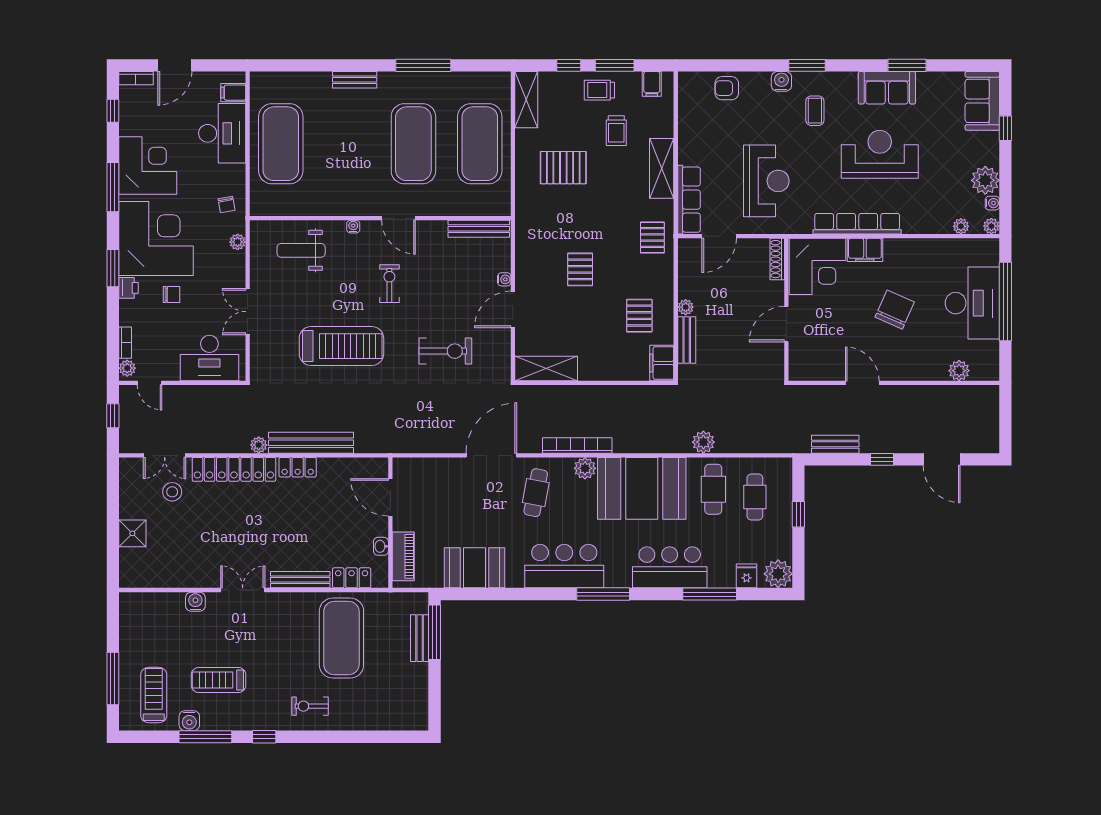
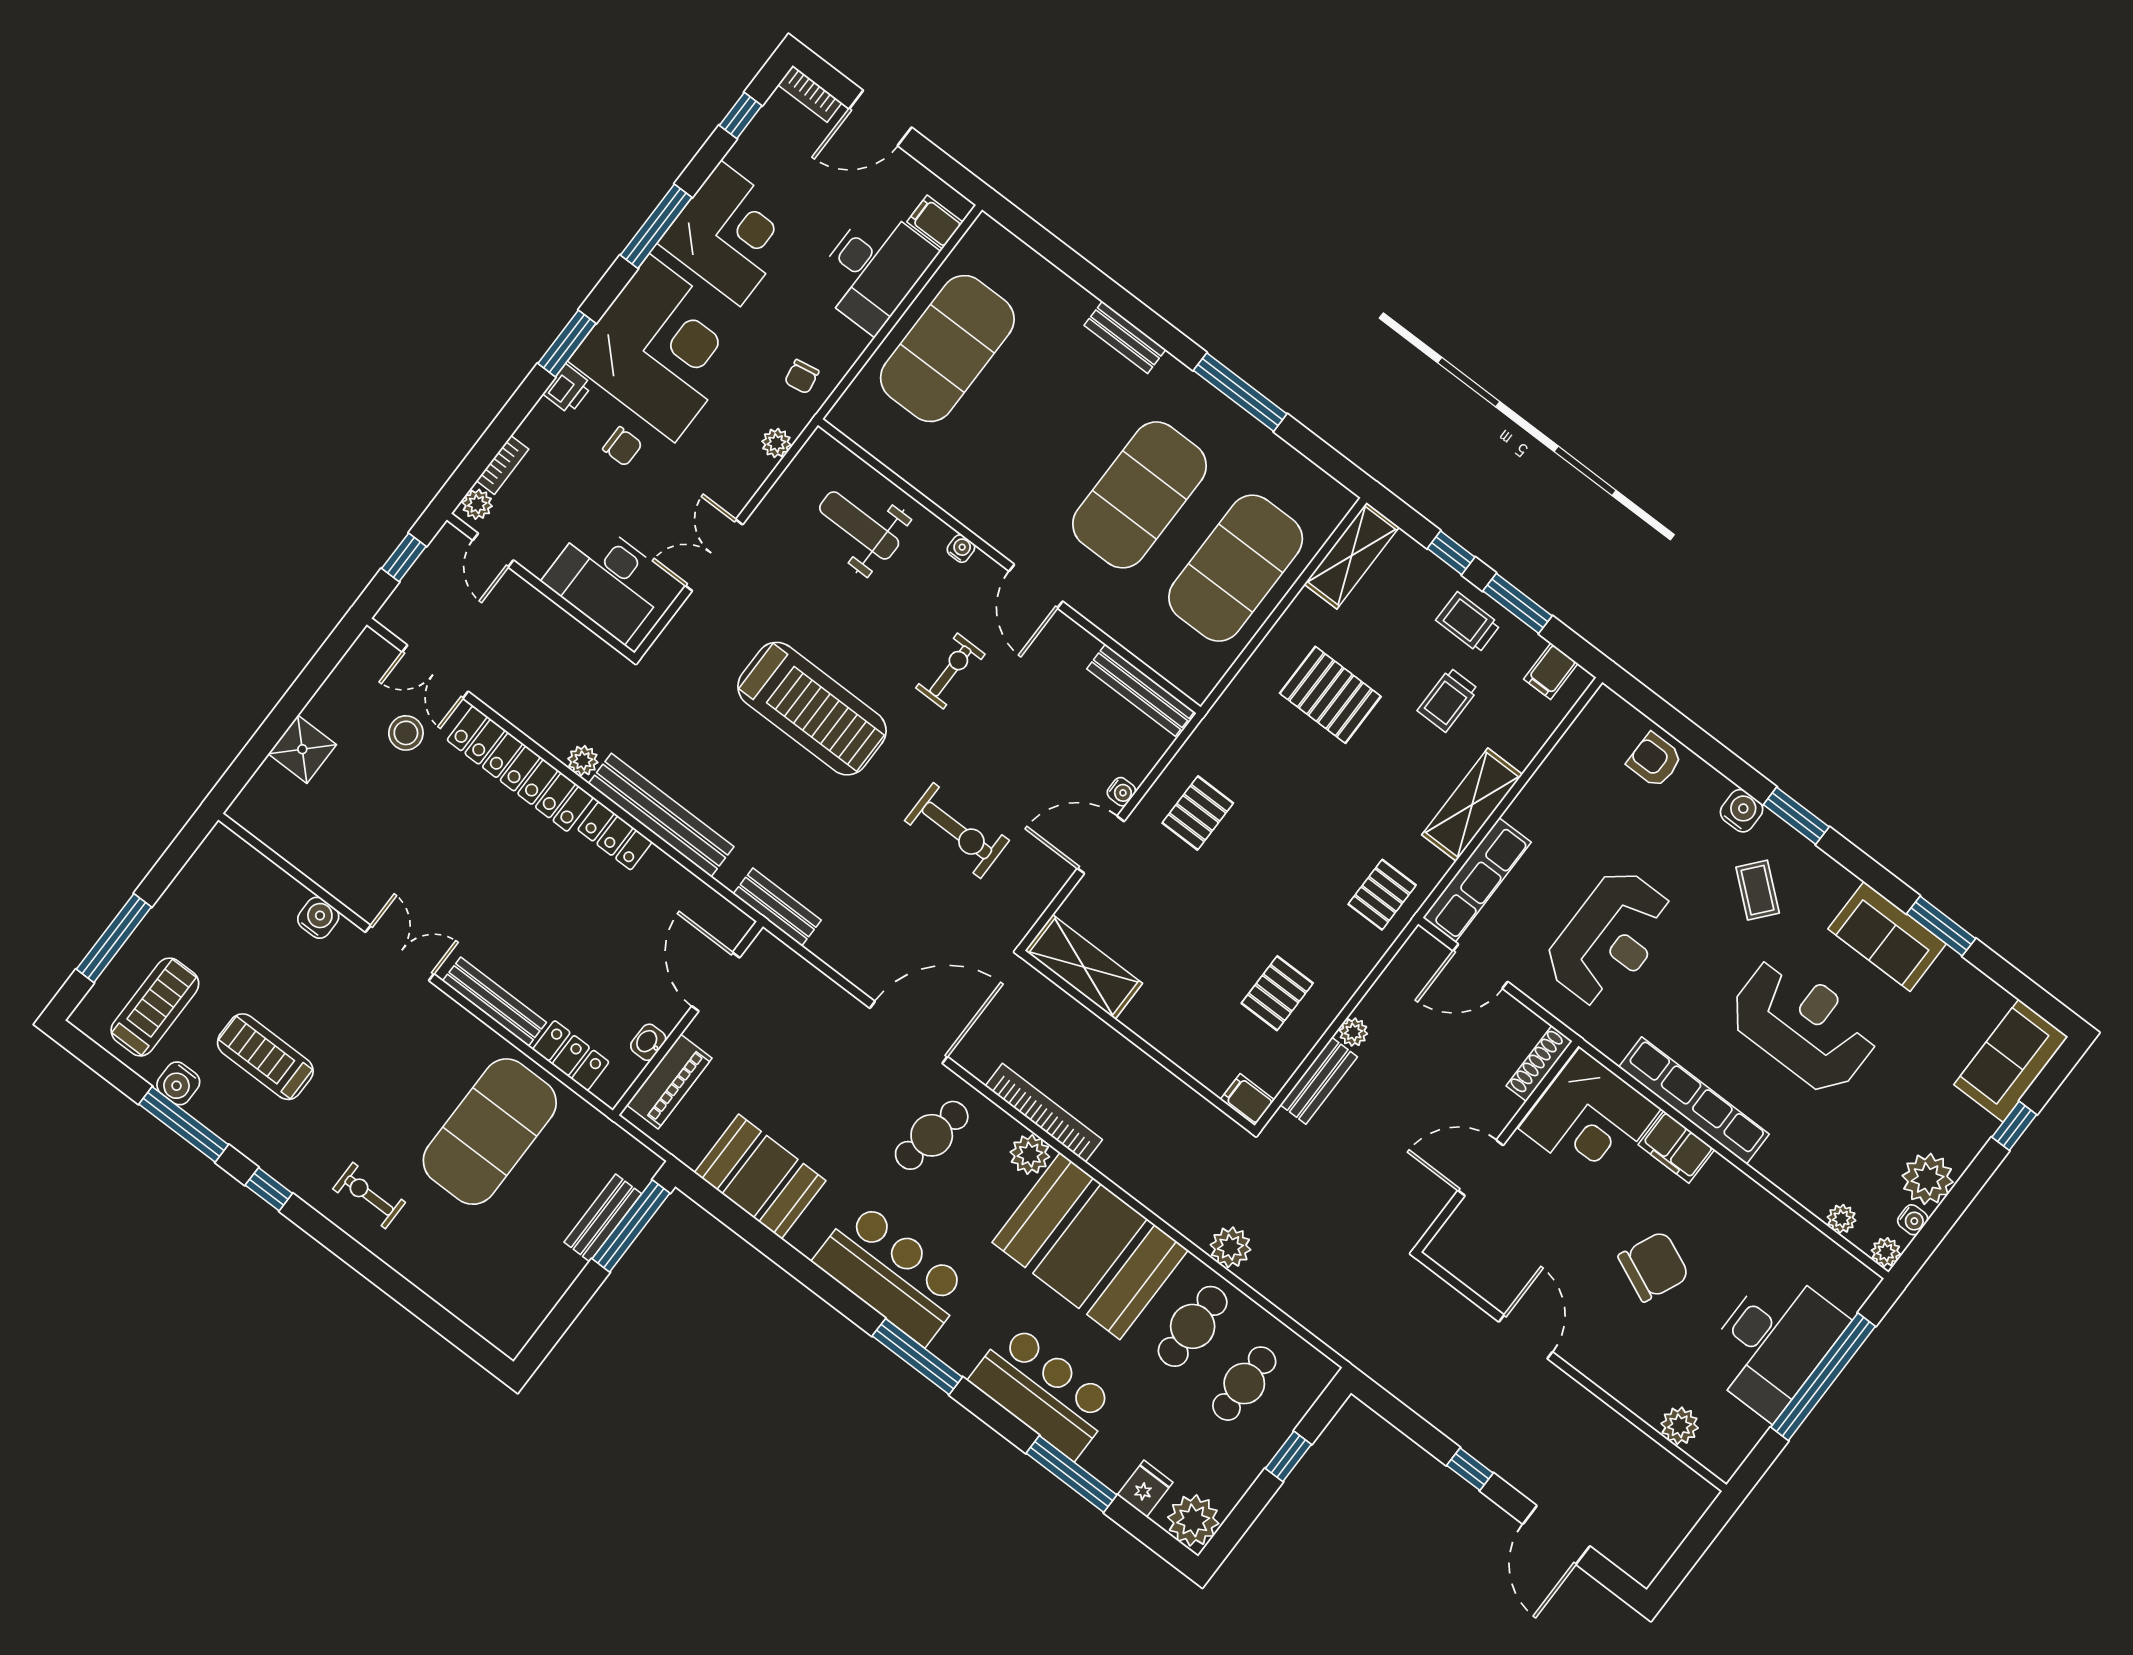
coffee table: (815, 111) -> (1758, 890), turned -50
pallet: (580, 269) -> (1198, 813), moved
filing cabinet: (662, 363) -> (1247, 1100), width x0.50
bench: (835, 444) -> (777, 907), moved

